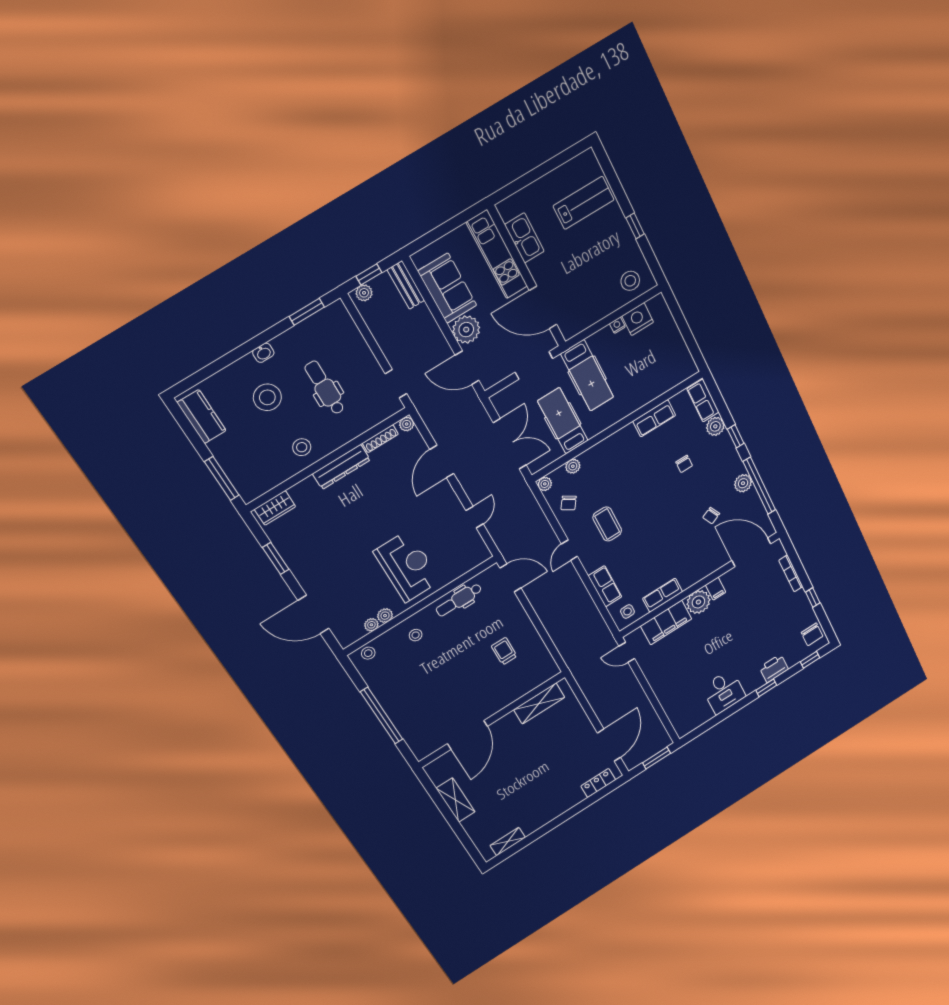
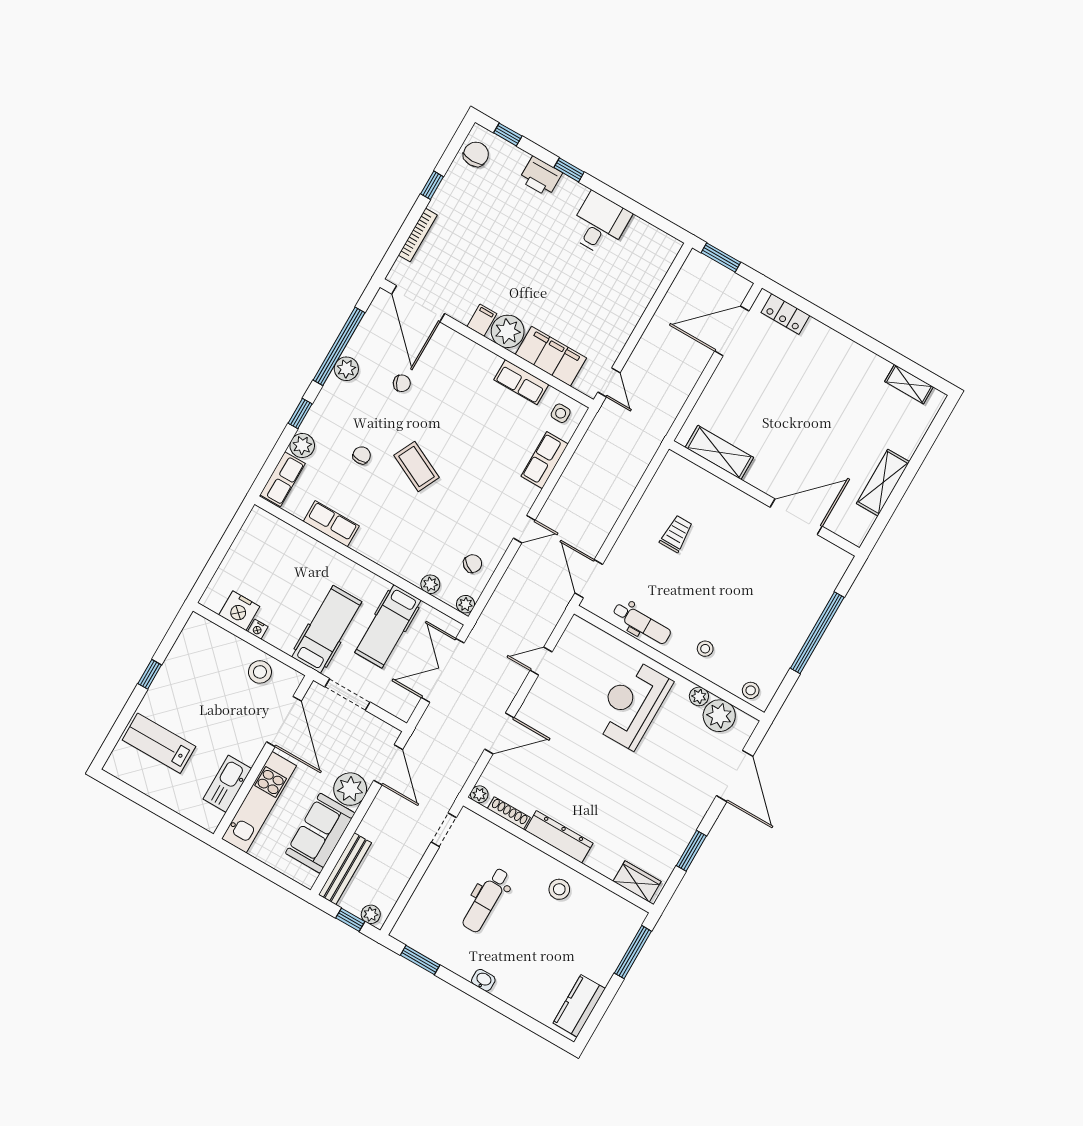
stool: (630, 281) -> (260, 672), moved
bench: (406, 285) -> (345, 869), width x1.36
stool: (267, 397) -> (526, 952), removed
coffee table: (607, 524) -> (417, 466), moved, turned -64
plant: (371, 625) -> (719, 716), width x1.87, depth x1.87
trolley: (504, 651) -> (676, 534), turned 180

